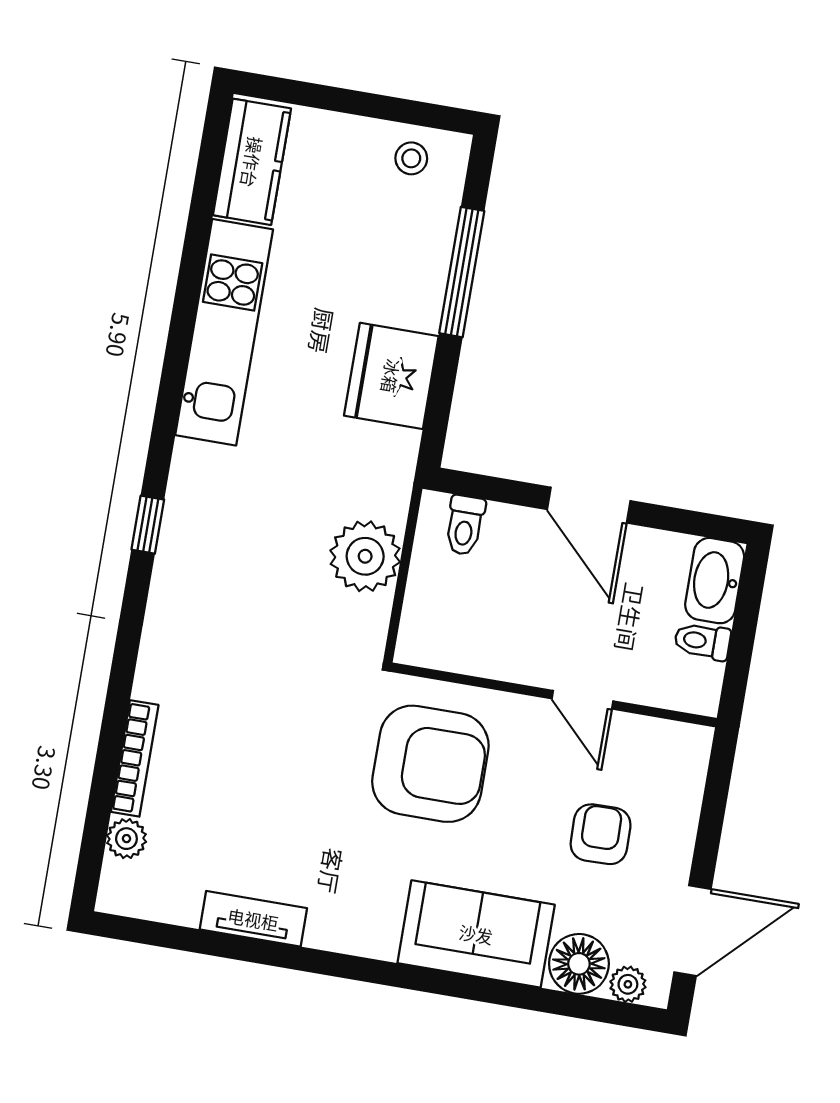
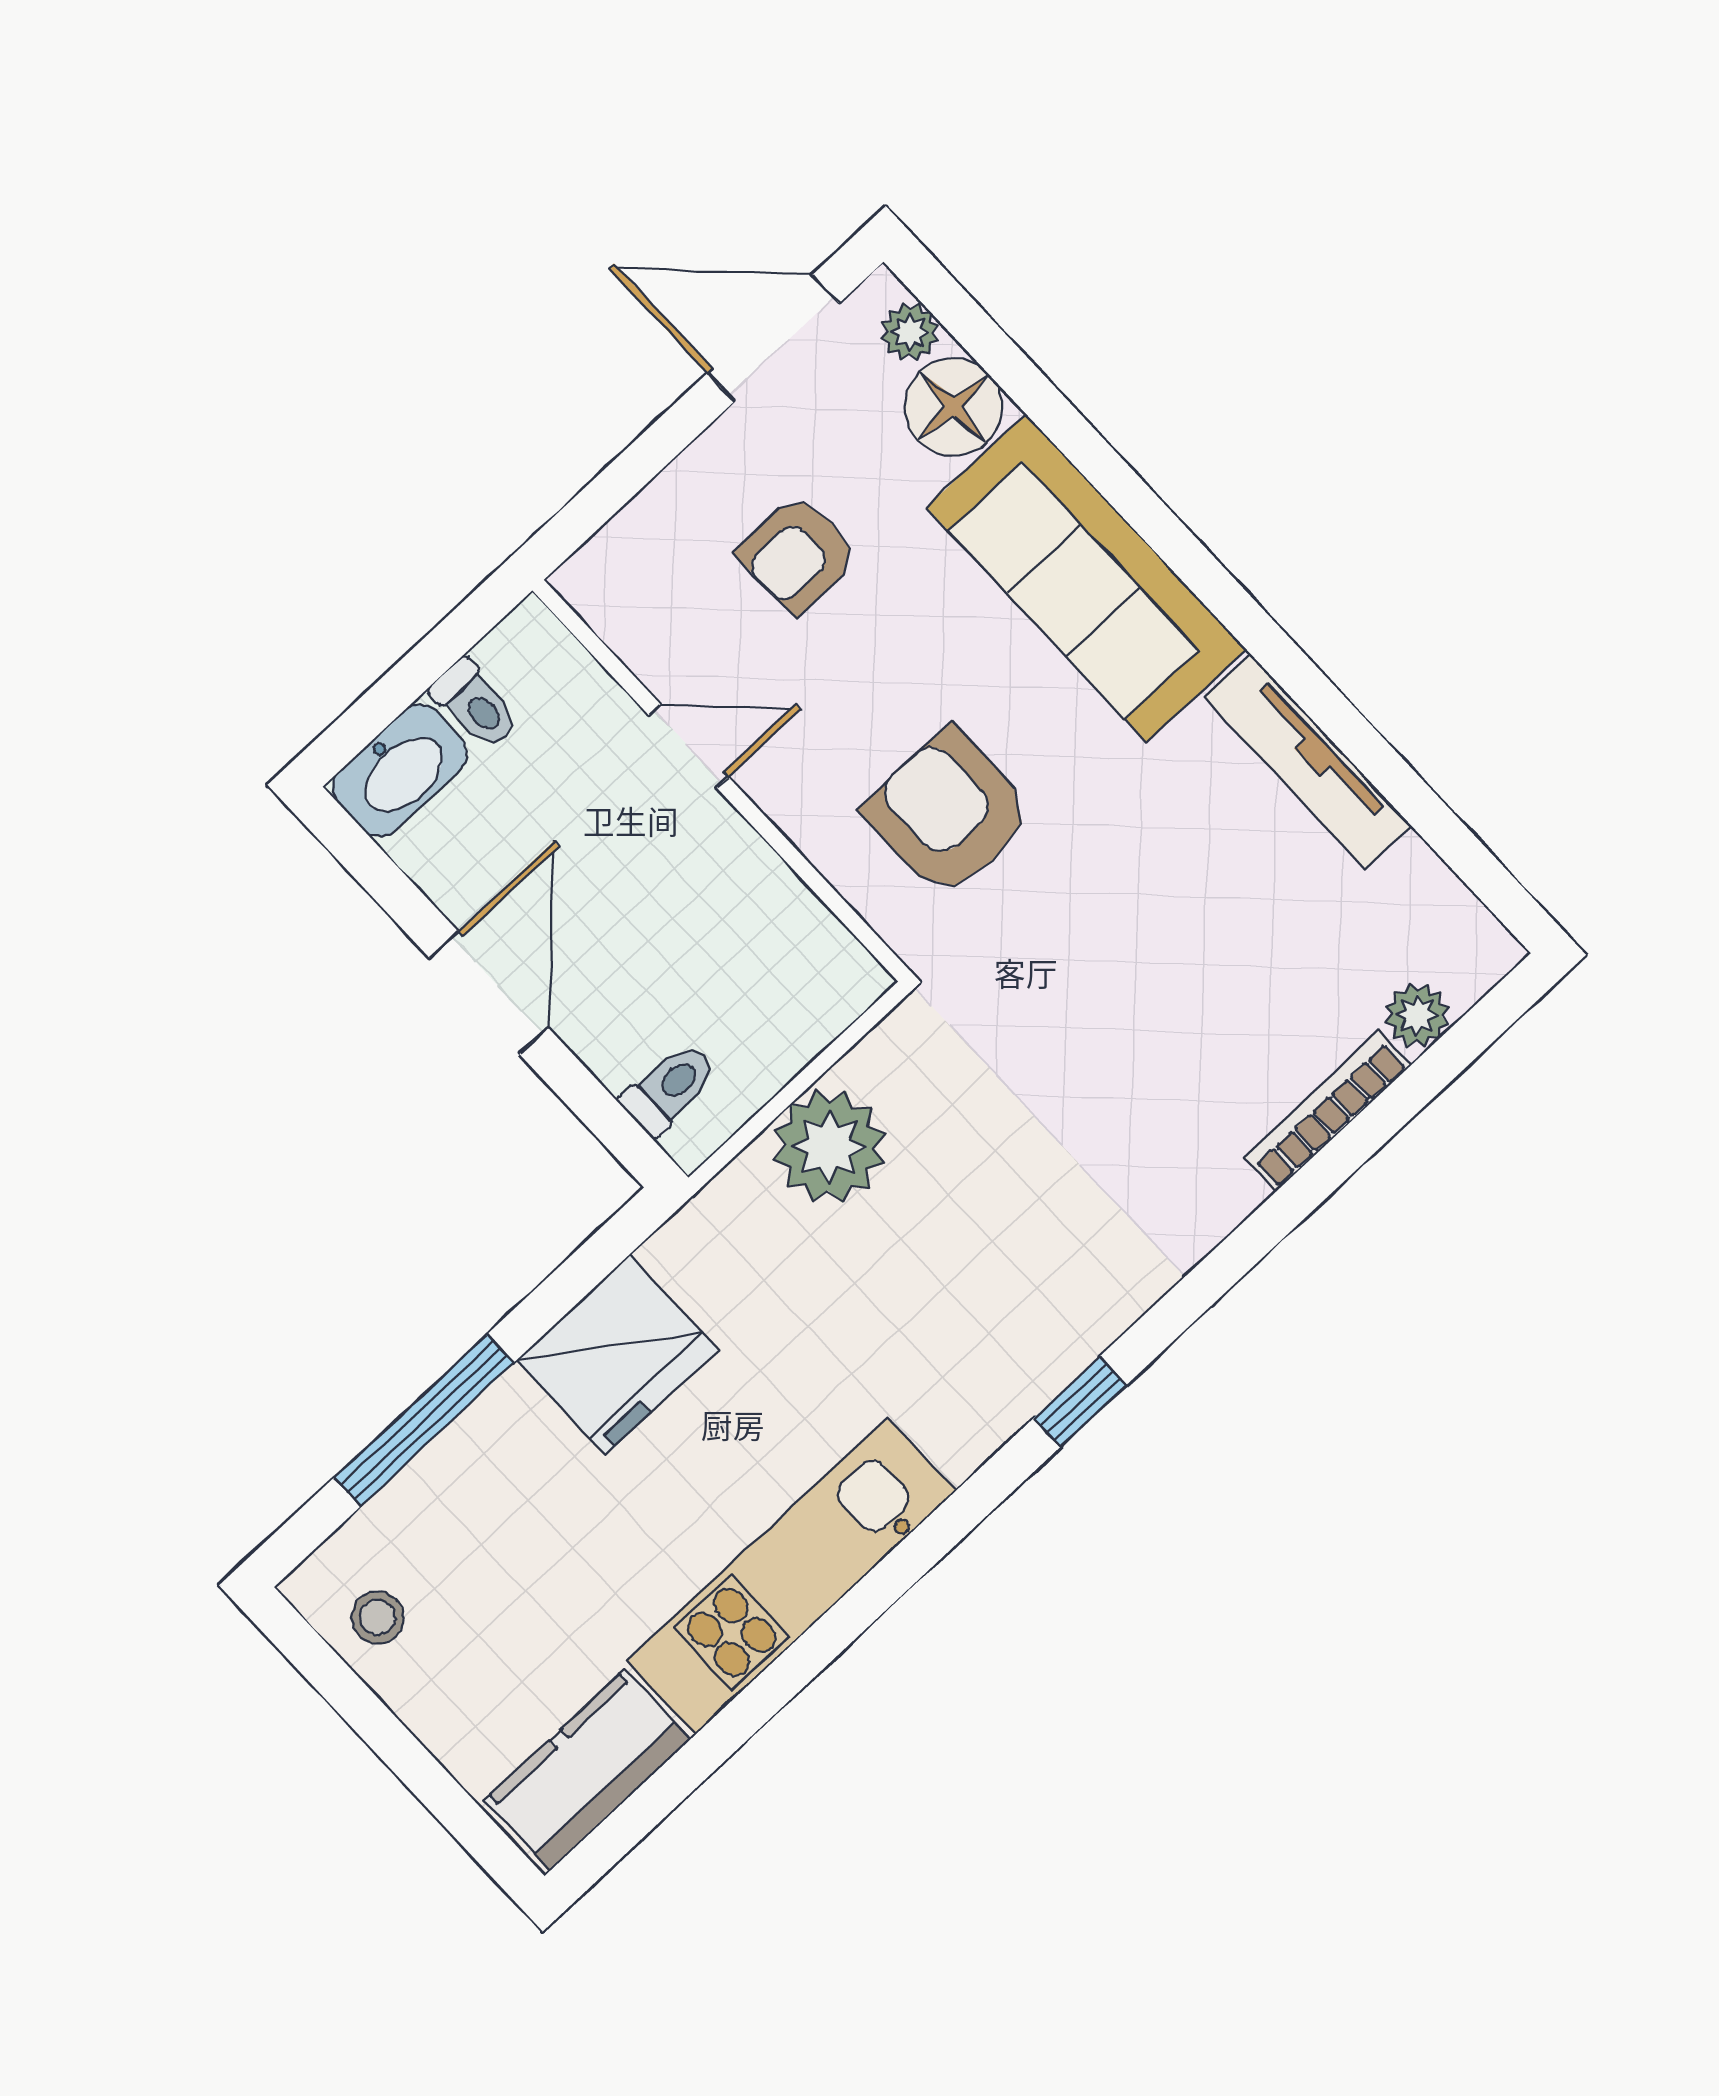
door: (582, 700) -> (689, 746), hinge flipped
armchair: (430, 764) -> (949, 813), width x0.73, depth x0.73
tv unit: (253, 919) -> (1308, 761), width x1.41
sofa: (476, 934) -> (1087, 578), width x1.36

